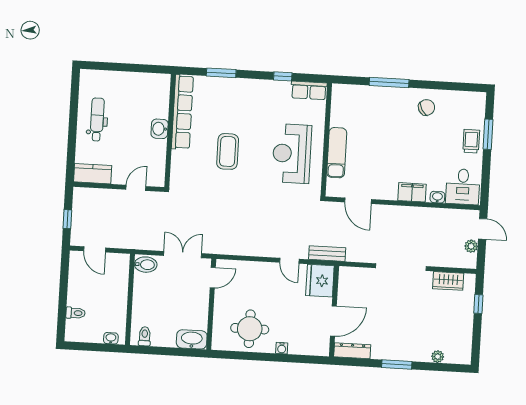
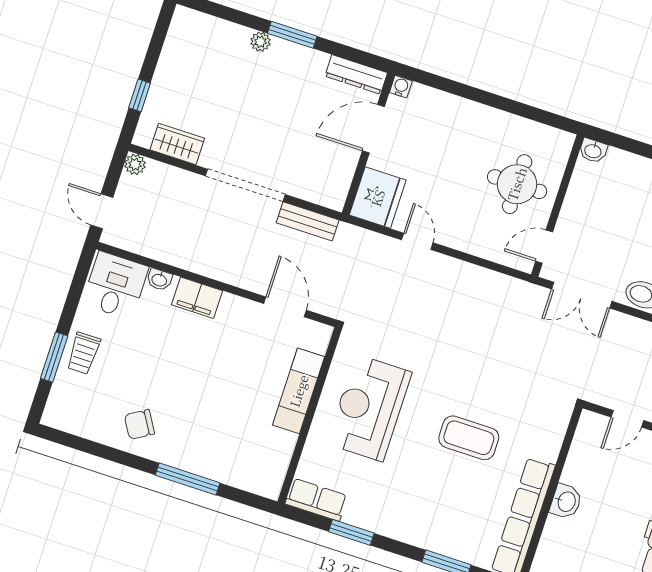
window: (283, 76) -> (351, 532), width x1.50
coffee table: (228, 151) -> (469, 438), turned 90
reception desk: (292, 154) -> (369, 408), turned 180
plant: (471, 246) -> (135, 164), moved
bench: (327, 254) -> (308, 221), moved
round table: (250, 329) -> (517, 184), moved
washbasin: (192, 339) -> (593, 151), width x0.52, depth x0.69
water cooler: (282, 348) -> (401, 87), moved
plant: (438, 357) -> (260, 42), moved

